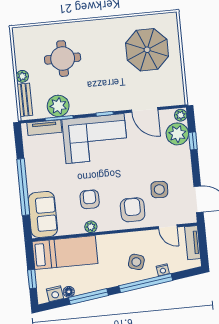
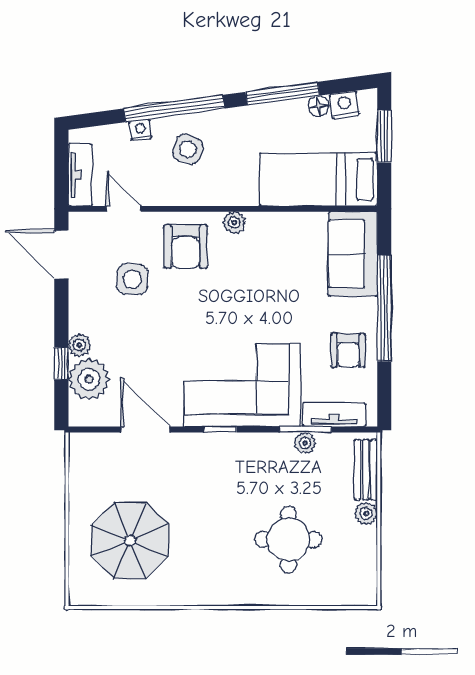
plant: (58, 106) -> (305, 443), width x0.53, depth x0.53
plant: (181, 115) -> (79, 345), moved
armchair: (90, 199) -> (348, 350), moved
plant: (91, 227) -> (234, 223), moved
window: (32, 279) -> (384, 136), width x1.50

